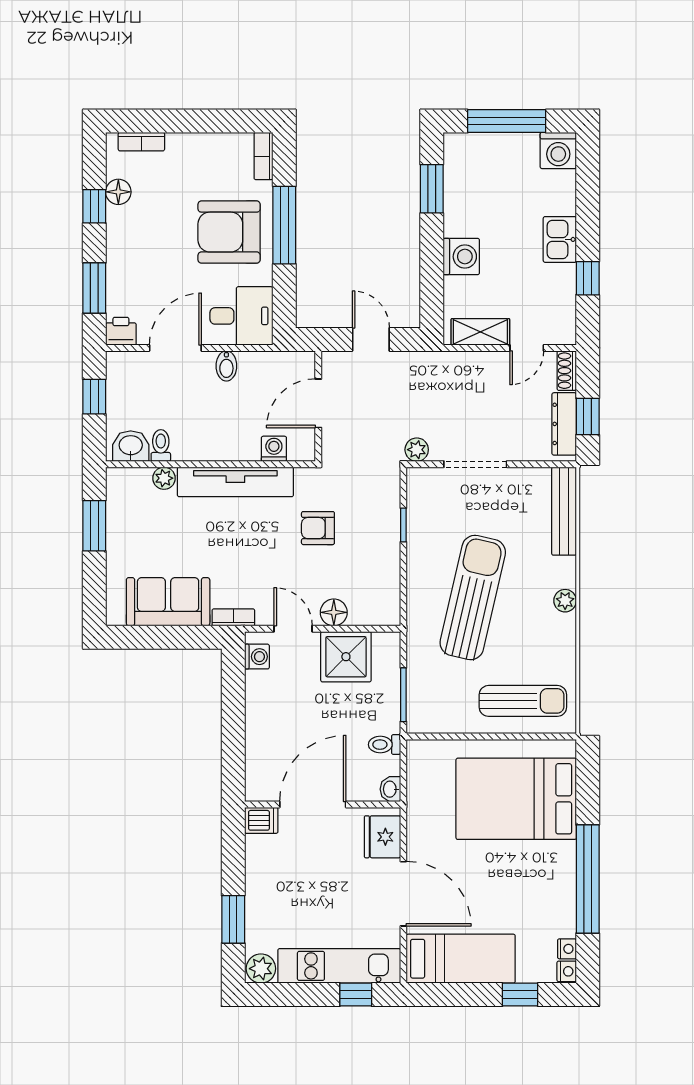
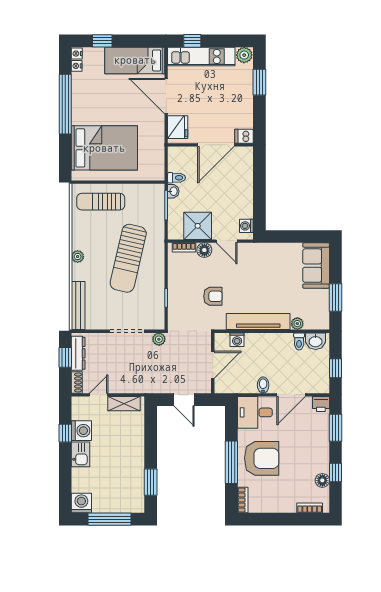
washing machine: (461, 257) -> (81, 431), moved, turned 180
sofa: (168, 602) -> (316, 266), moved, turned 90
bookcase: (233, 617) -> (184, 247), moved
washbasin: (390, 789) -> (173, 191), moved

